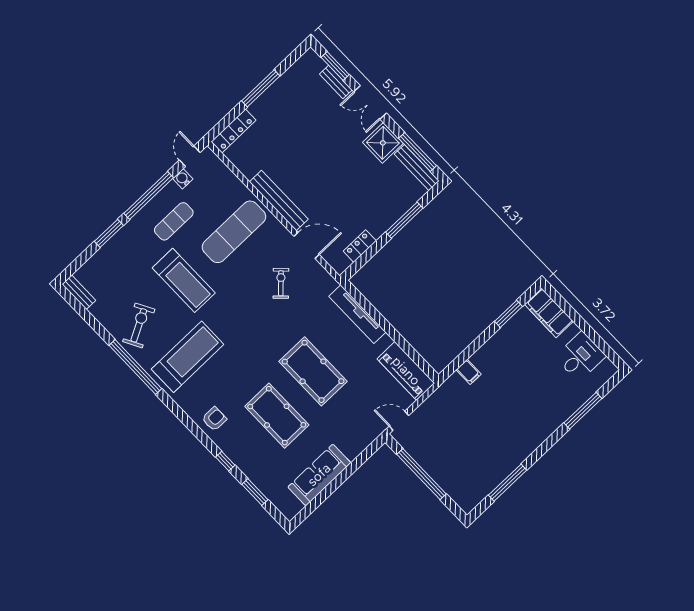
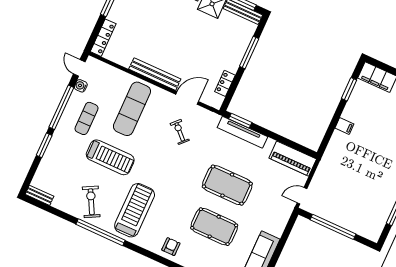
window: (360, 299) -> (240, 121), added
filing cabinet: (469, 372) -> (344, 126), moved

